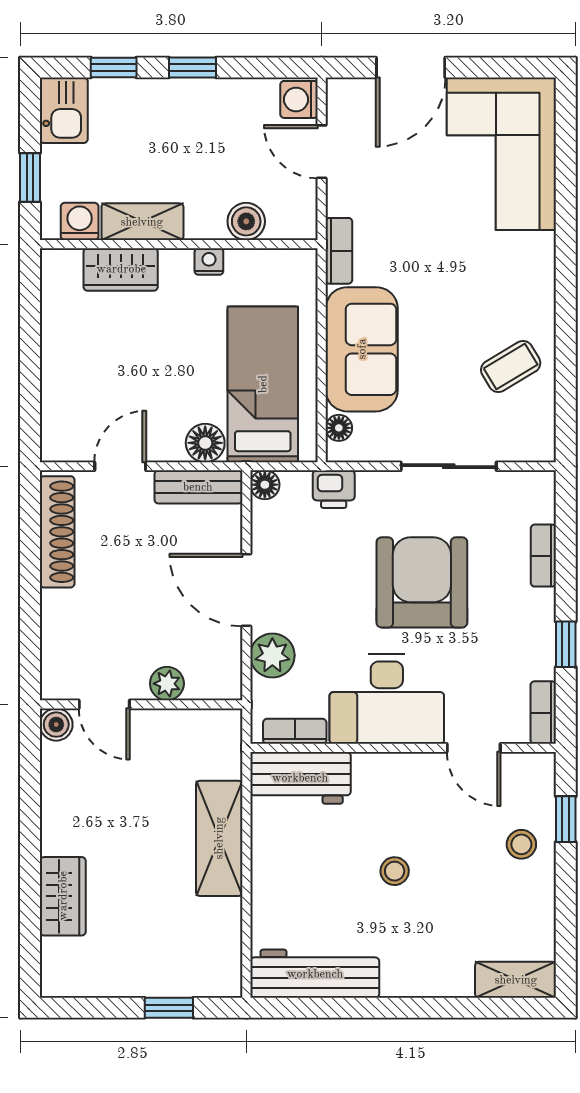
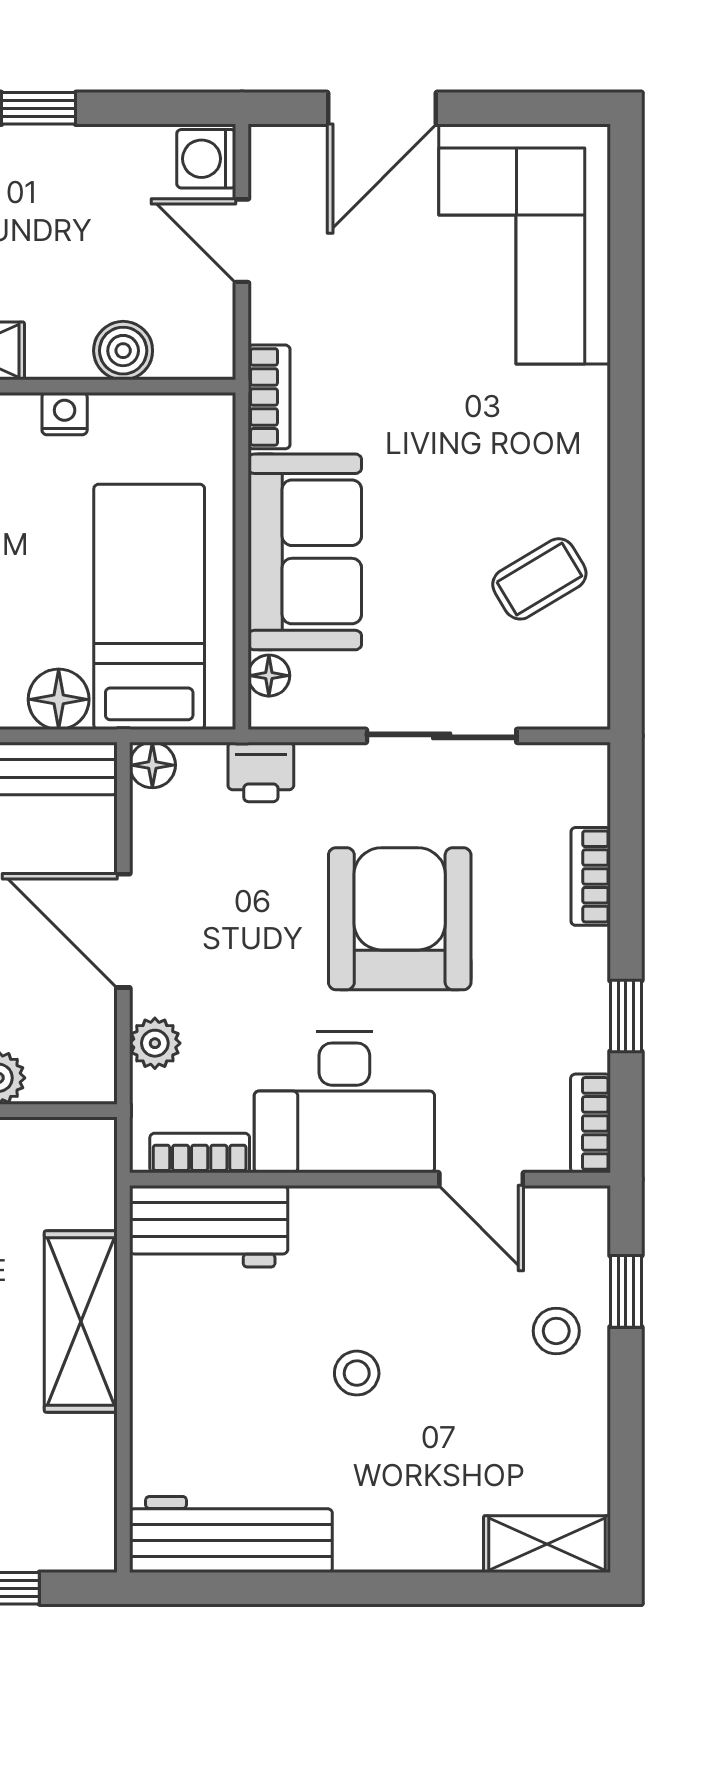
plant: (272, 655) -> (155, 1043), width x0.73, depth x0.73

